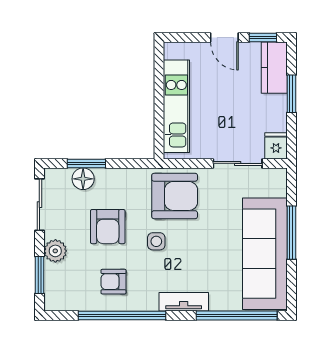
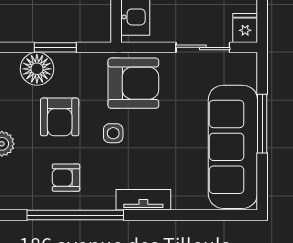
window: (86, 163) -> (55, 47), moved
floor lamp: (83, 179) -> (37, 69), width x1.38, depth x1.38
window: (237, 316) -> (202, 215), removed

